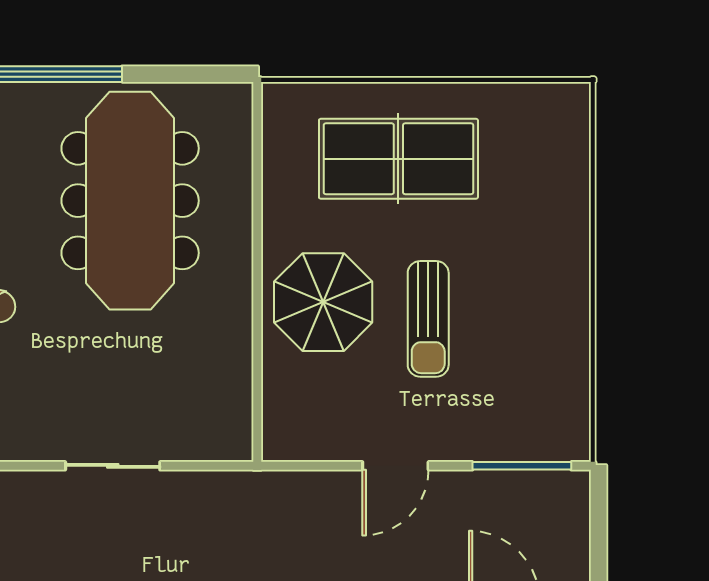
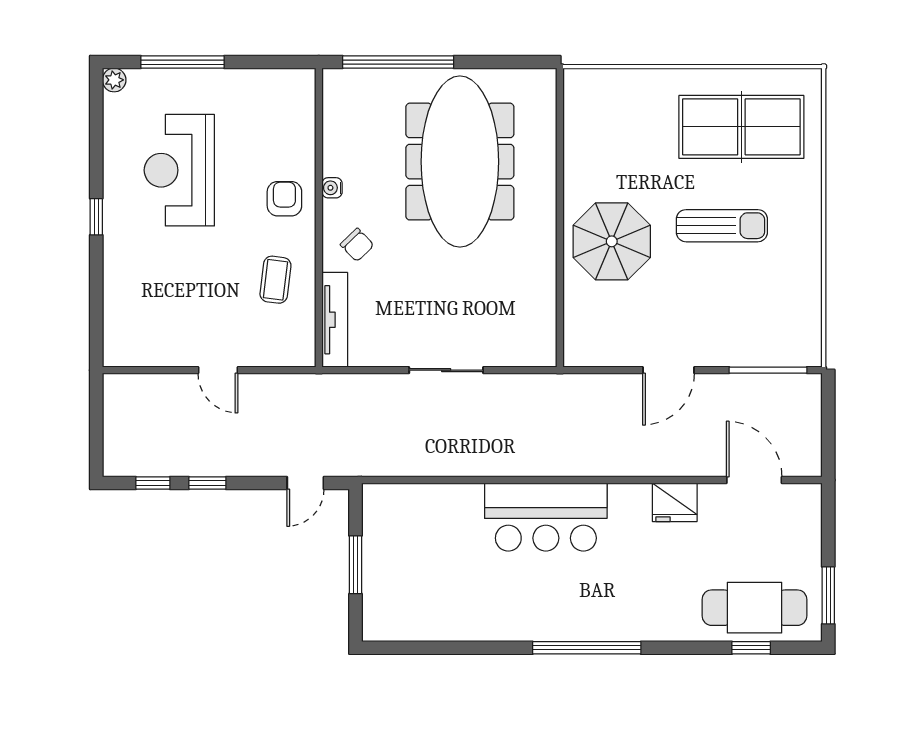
table tennis table: (398, 159) -> (741, 127), moved
sun lounger: (428, 319) -> (722, 226), moved, turned -90

